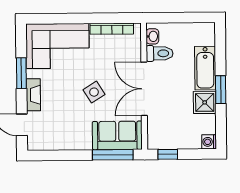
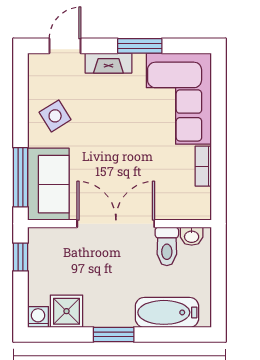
bookcase: (112, 29) -> (203, 166), width x0.64
bathtub: (205, 68) -> (167, 312), moved
side table: (94, 92) -> (55, 116), moved
shower: (205, 102) -> (66, 311), moved

